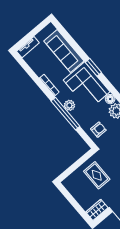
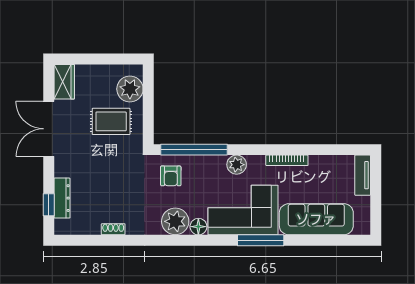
window: (93, 67) -> (261, 240), width x1.44
window: (65, 114) -> (194, 150), moved
plant: (76, 179) -> (130, 89), added

